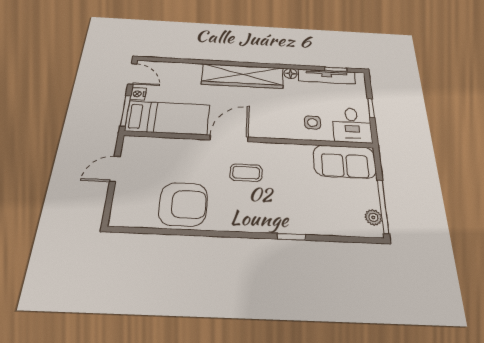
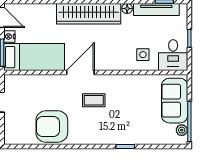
sofa: (345, 162) -> (175, 101), moved, turned 90
armchair: (183, 204) -> (52, 127), turned 180

